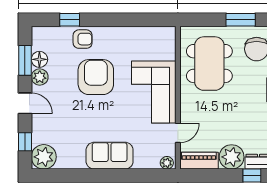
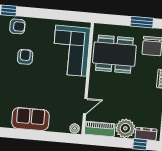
dining table: (209, 64) -> (114, 54), turned 90
armchair: (96, 77) -> (25, 57), width x0.53, depth x0.53
corner sofa: (154, 92) -> (71, 51), moved

